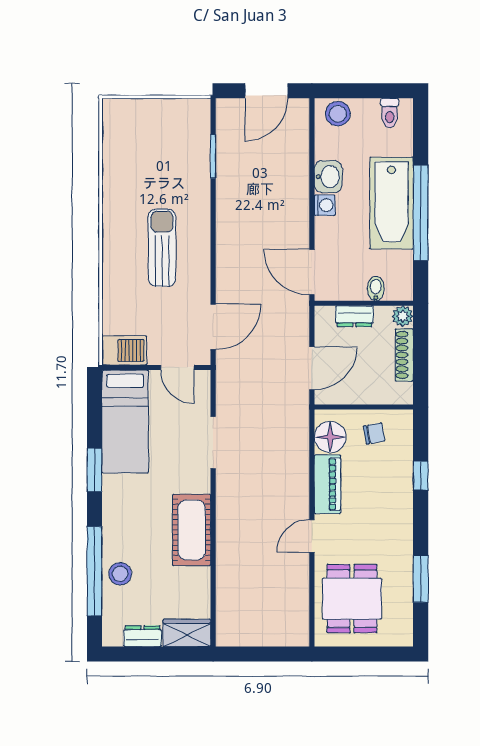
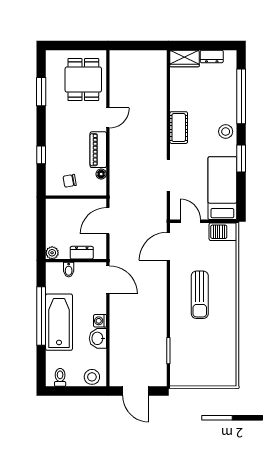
door: (266, 91) -> (136, 391), swing flipped
shoe rack: (404, 355) -> (51, 229), removed
floor lamp: (330, 437) -> (101, 174), width x0.53, depth x0.53
cot: (192, 530) -> (179, 128), width x0.73, depth x0.75
stool: (120, 574) -> (226, 132), moved

